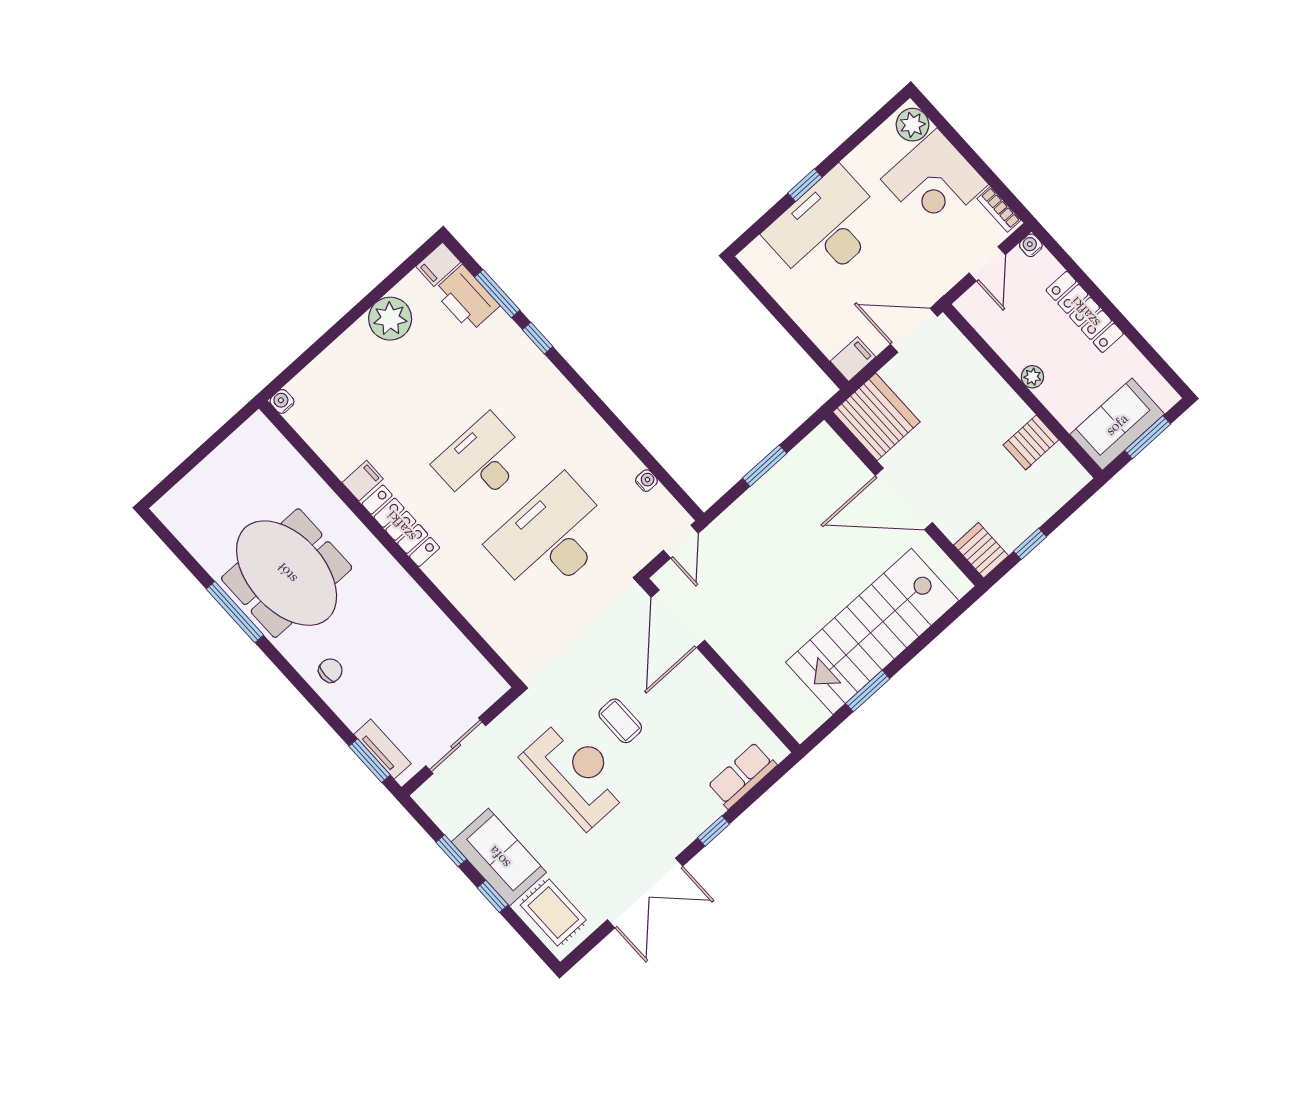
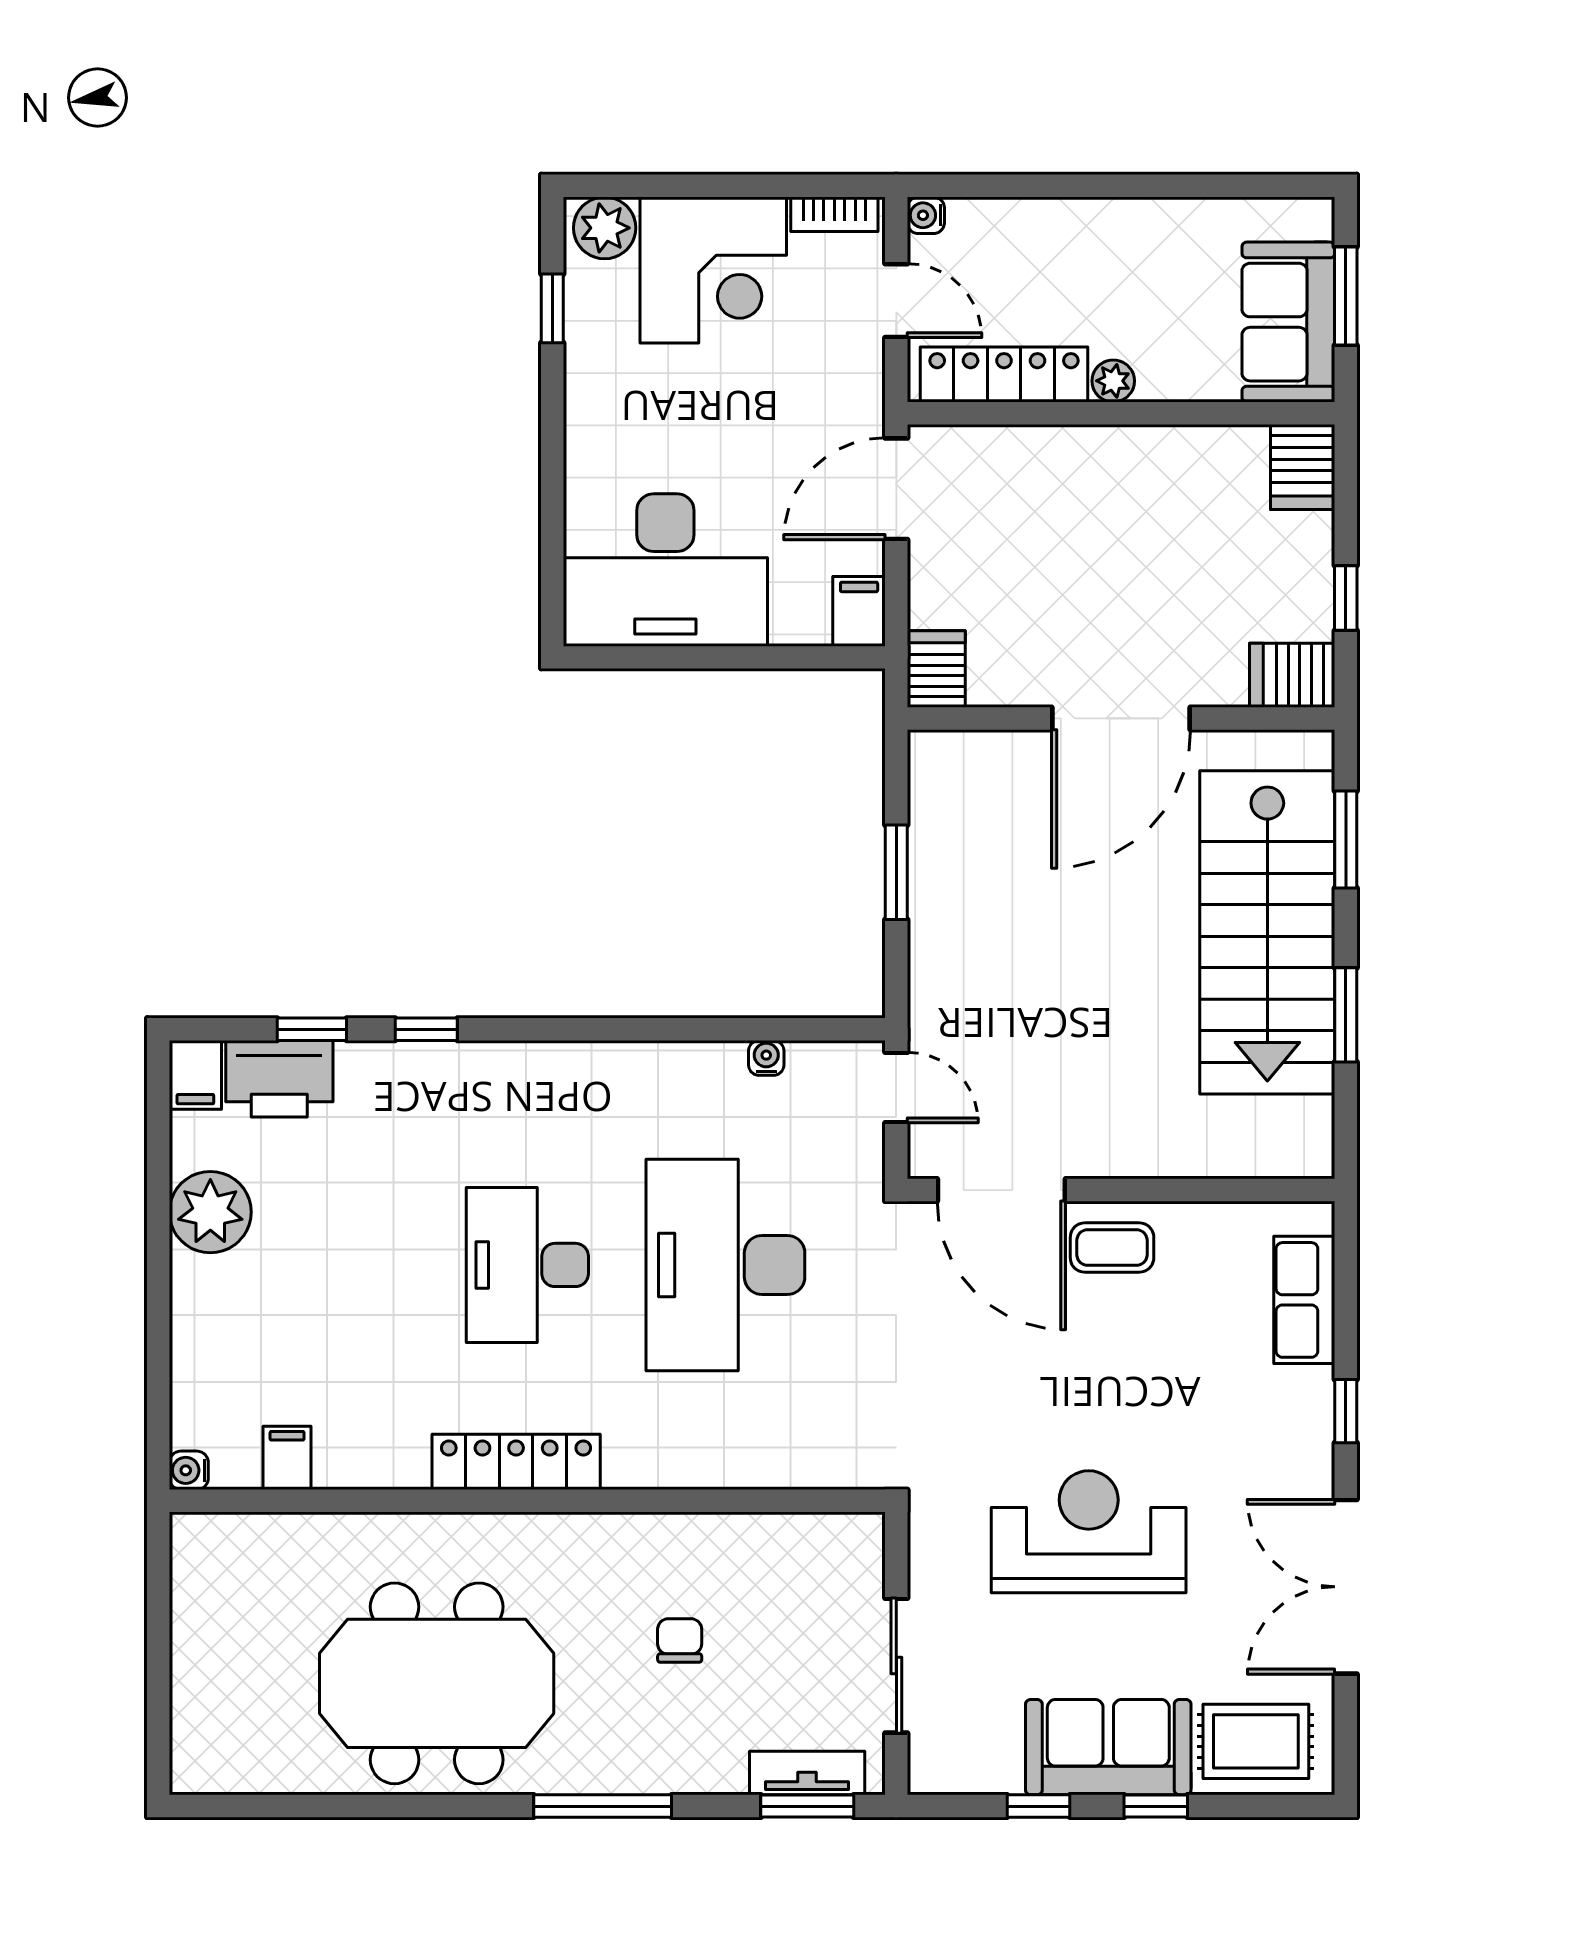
window: (805, 185) -> (552, 308), moved
desk: (826, 228) -> (665, 570), moved, turned -90
window: (497, 294) -> (312, 1029), width x0.67
locker: (1085, 312) -> (1004, 374), moved, turned 180
server rack: (876, 417) -> (936, 669), width x0.46, depth x0.70
server rack: (1031, 442) -> (1303, 467), moved
filing cabinet: (363, 481) -> (287, 1458), moved
window: (235, 612) -> (603, 1806), moved
window: (936, 629) -> (1346, 839), added
chair: (330, 671) -> (680, 1640), moved
coffee table: (620, 721) -> (1112, 1248), moved
double door: (645, 893) -> (1346, 1587), swing flipped

